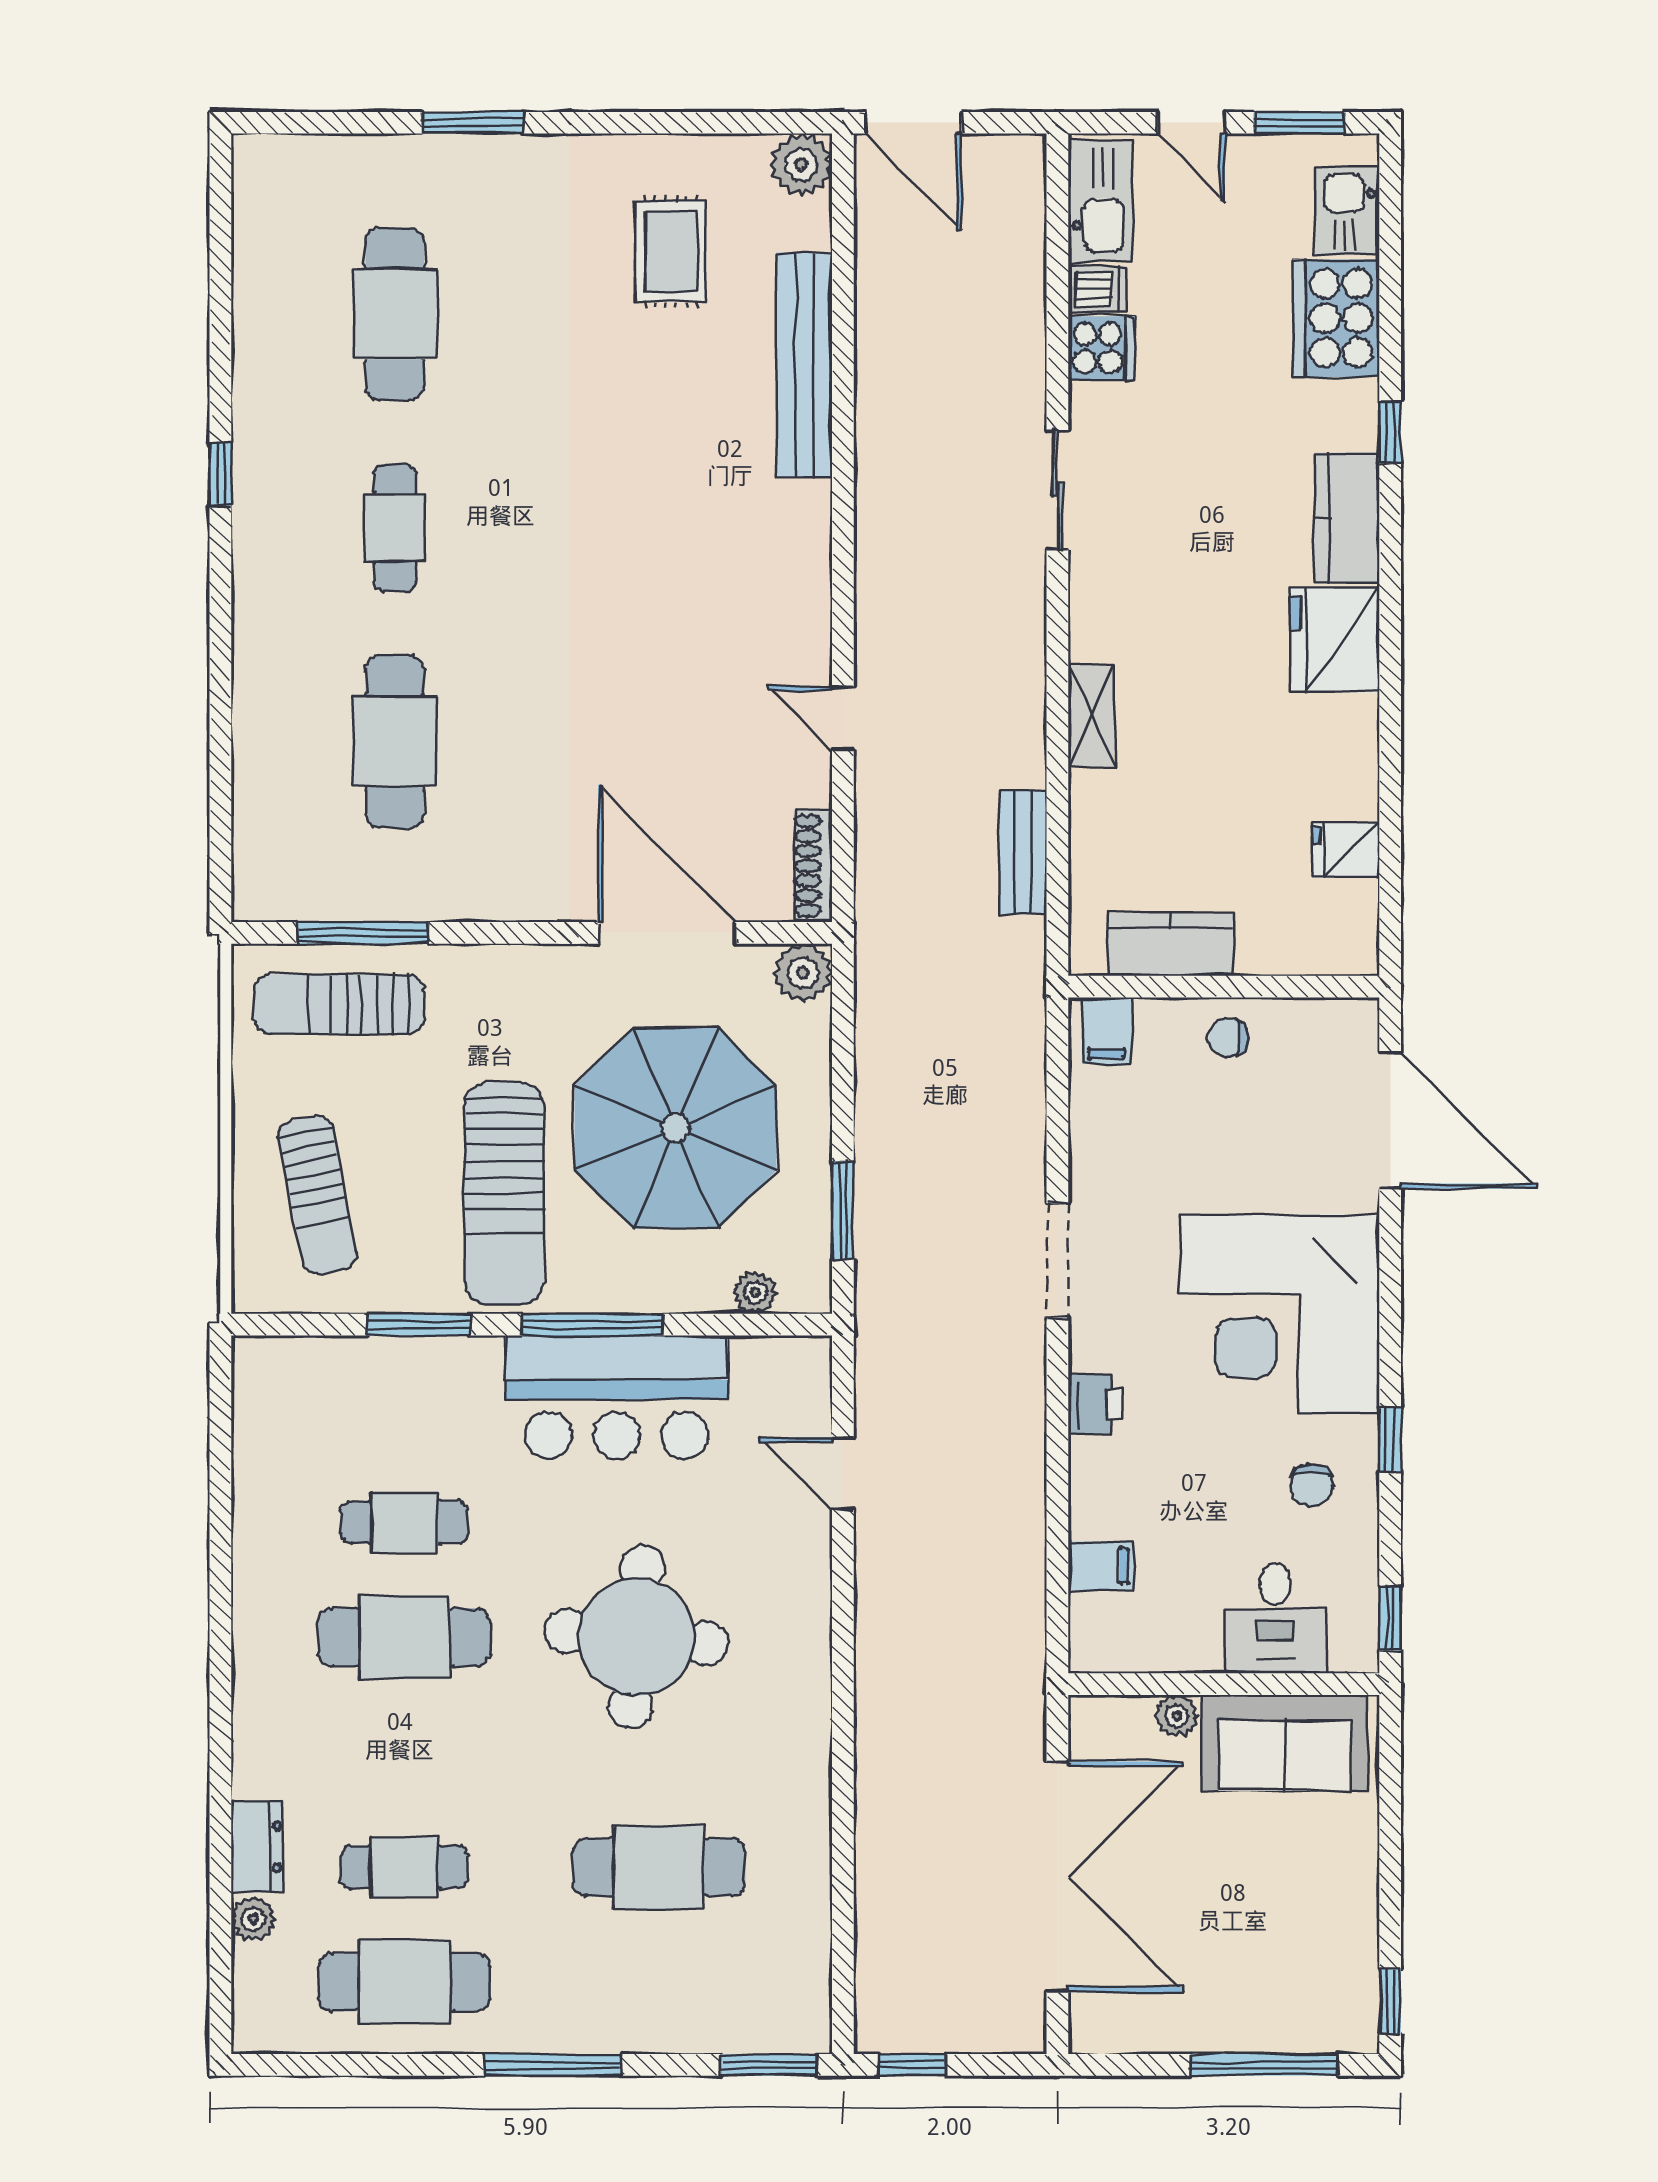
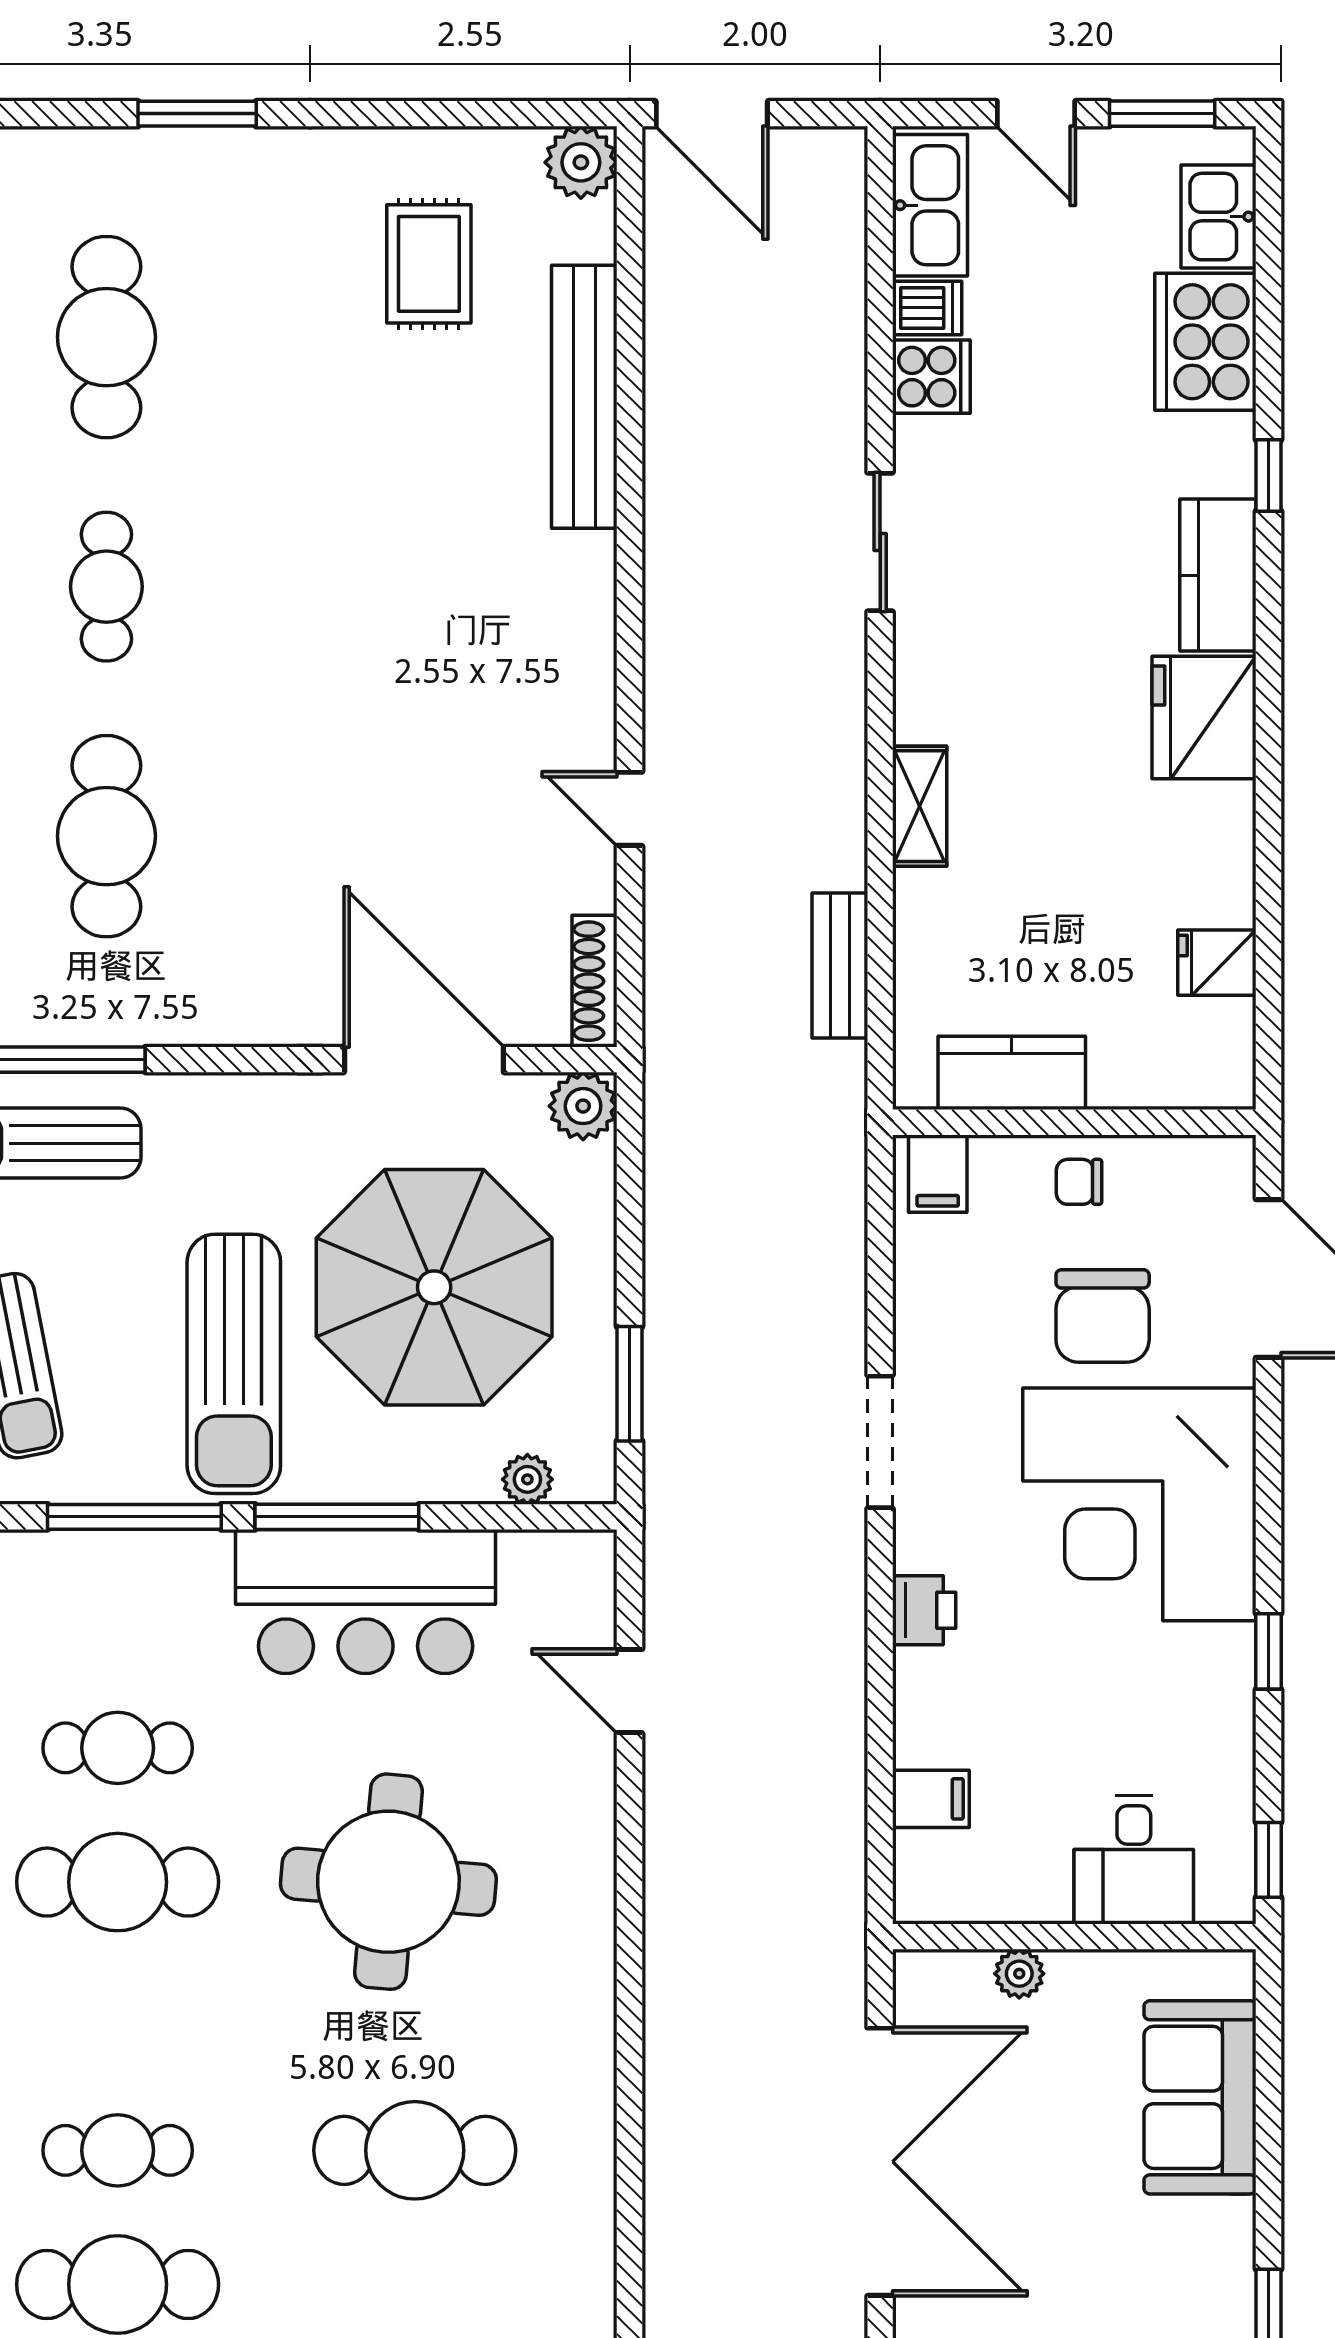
window: (419, 1325) -> (134, 1517), width x1.44
chair: (1312, 1485) -> (1103, 1316), moved, width x1.87, depth x1.87
sofa: (1285, 1743) -> (1200, 2097), moved, turned 90

